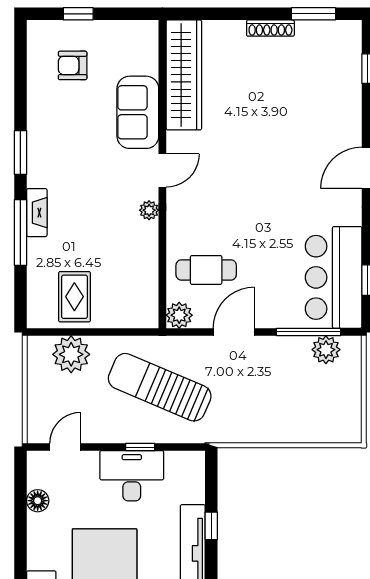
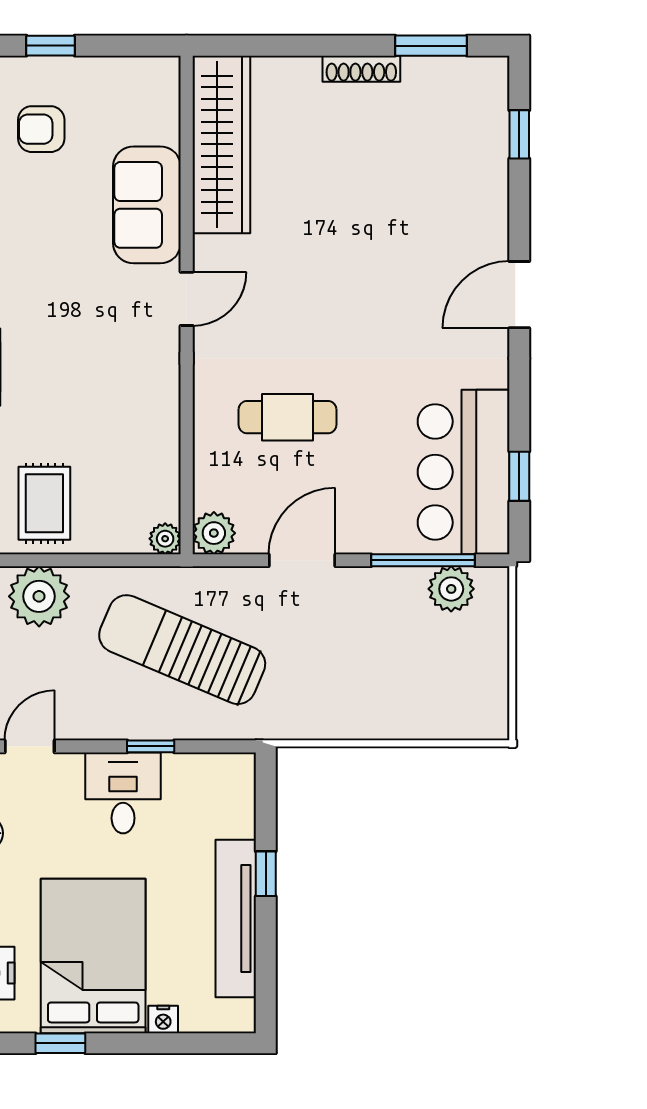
plant: (149, 210) -> (165, 539), moved
cafe table: (206, 270) -> (287, 417), moved
desk: (132, 476) -> (123, 793), width x0.73

